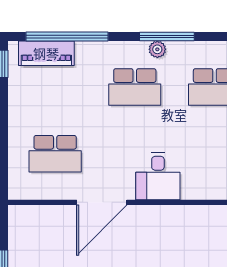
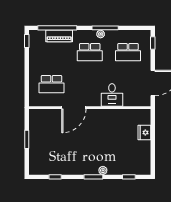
piano: (46, 53) -> (59, 36), moved
desk: (158, 176) -> (112, 95), moved

